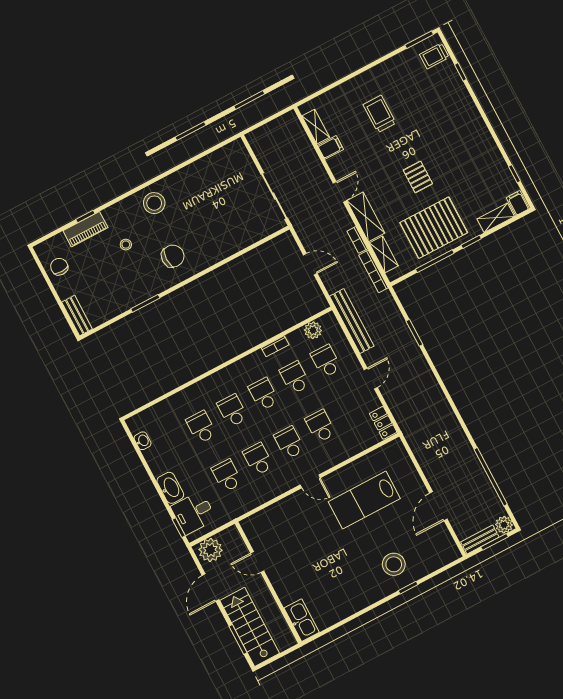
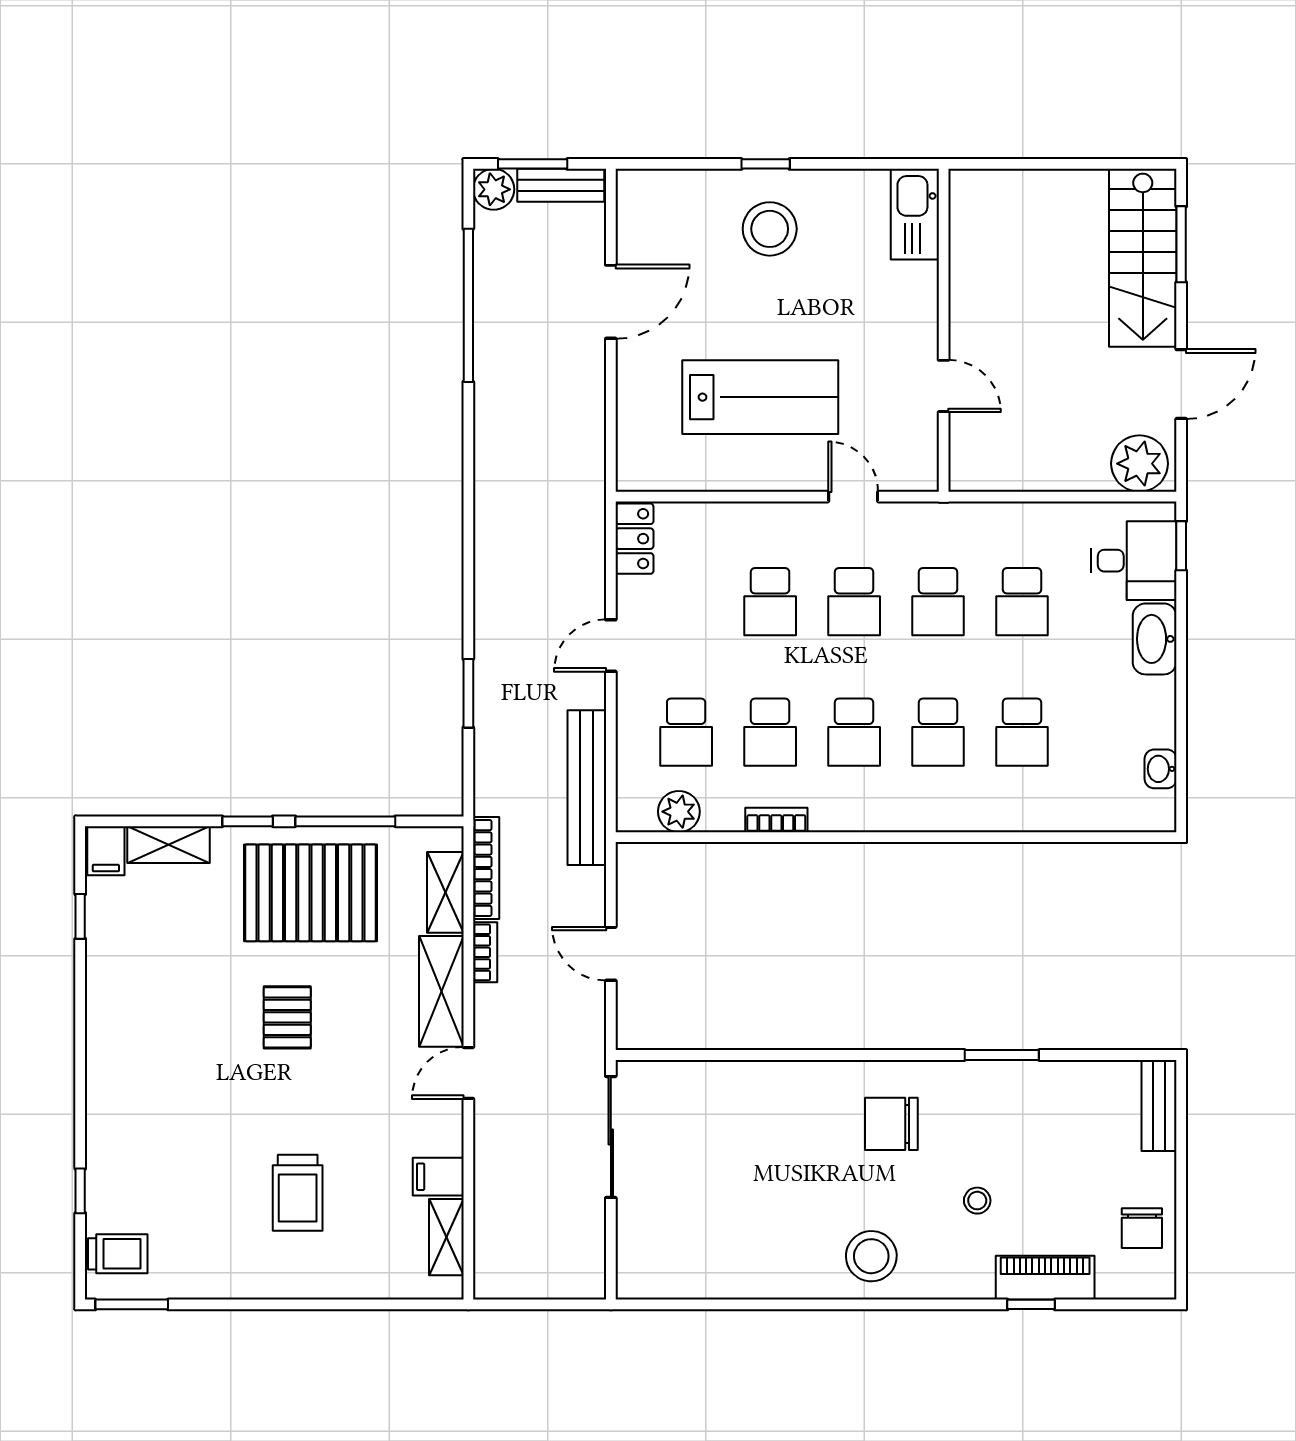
door: (257, 562) -> (944, 386), moved
wall: (268, 583) -> (944, 330), moved
kitchen sink: (302, 620) -> (915, 214), moved

